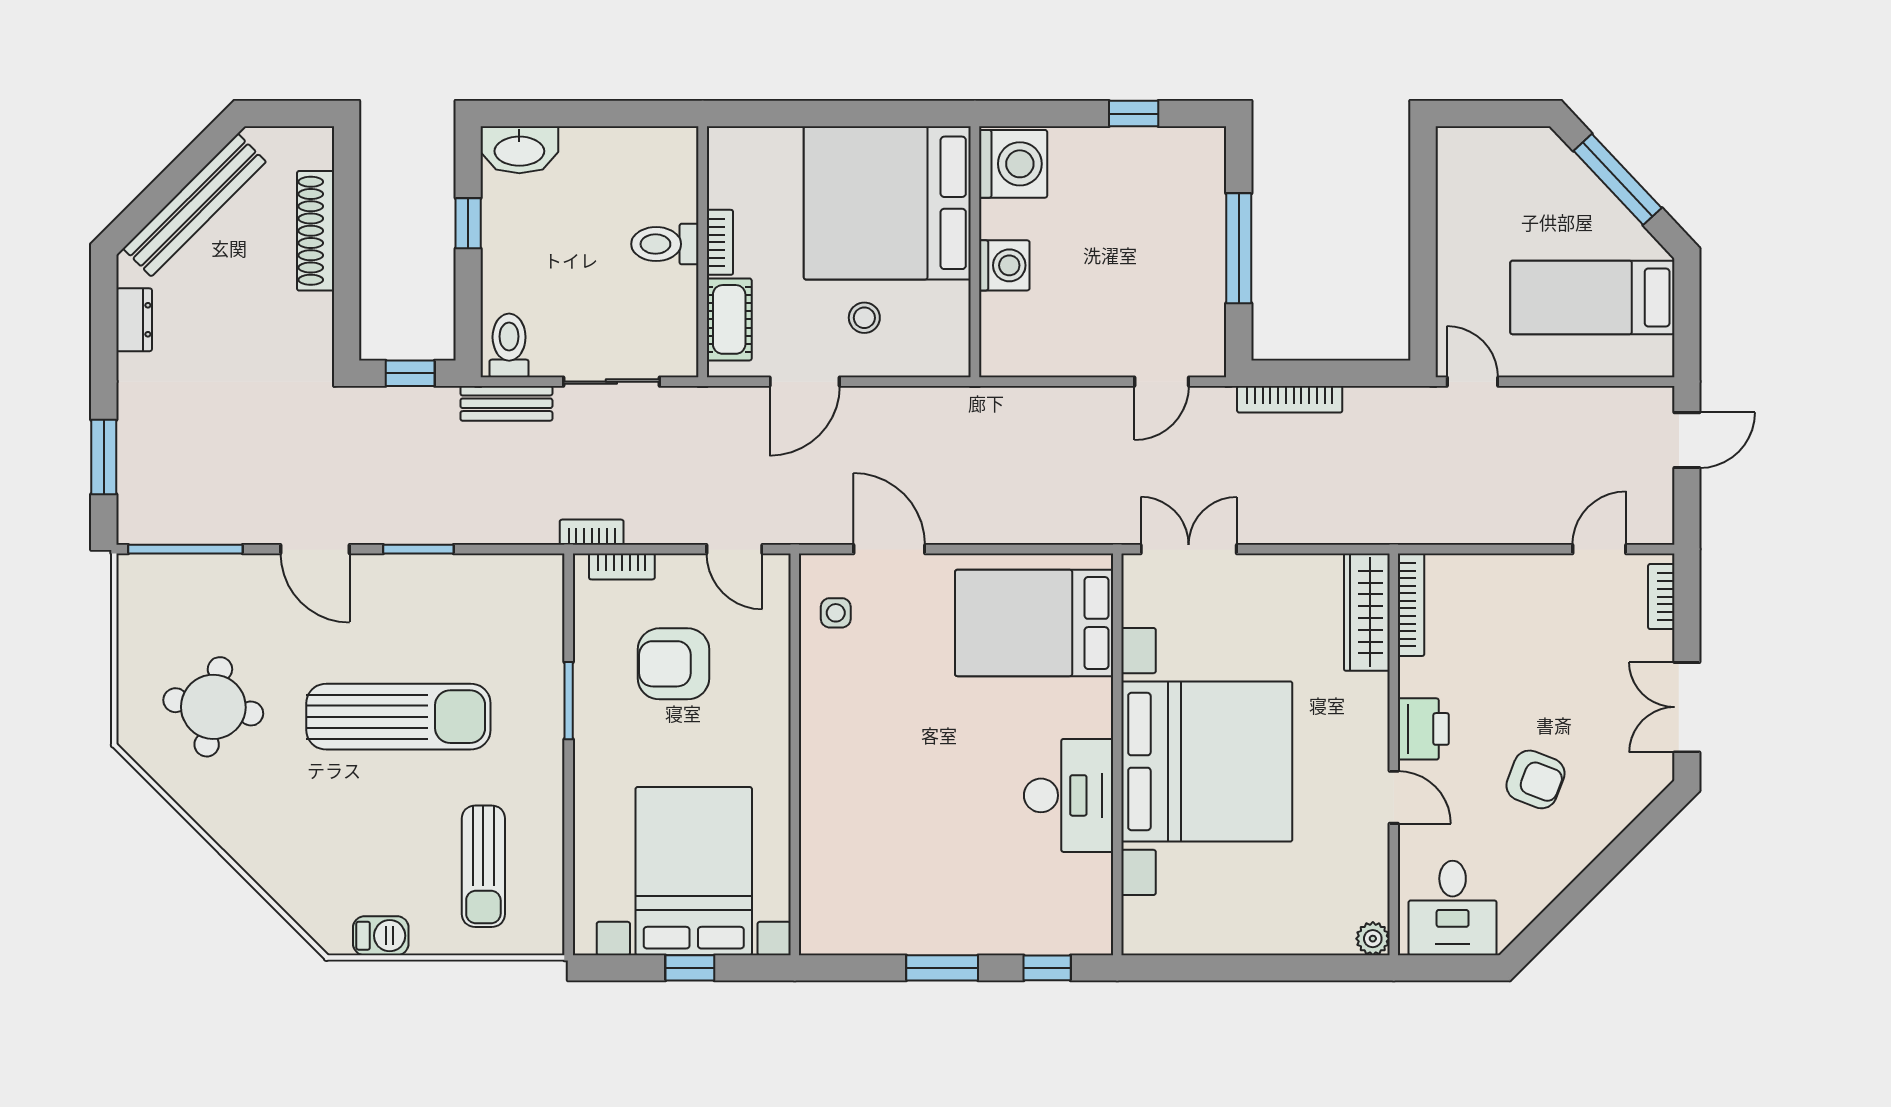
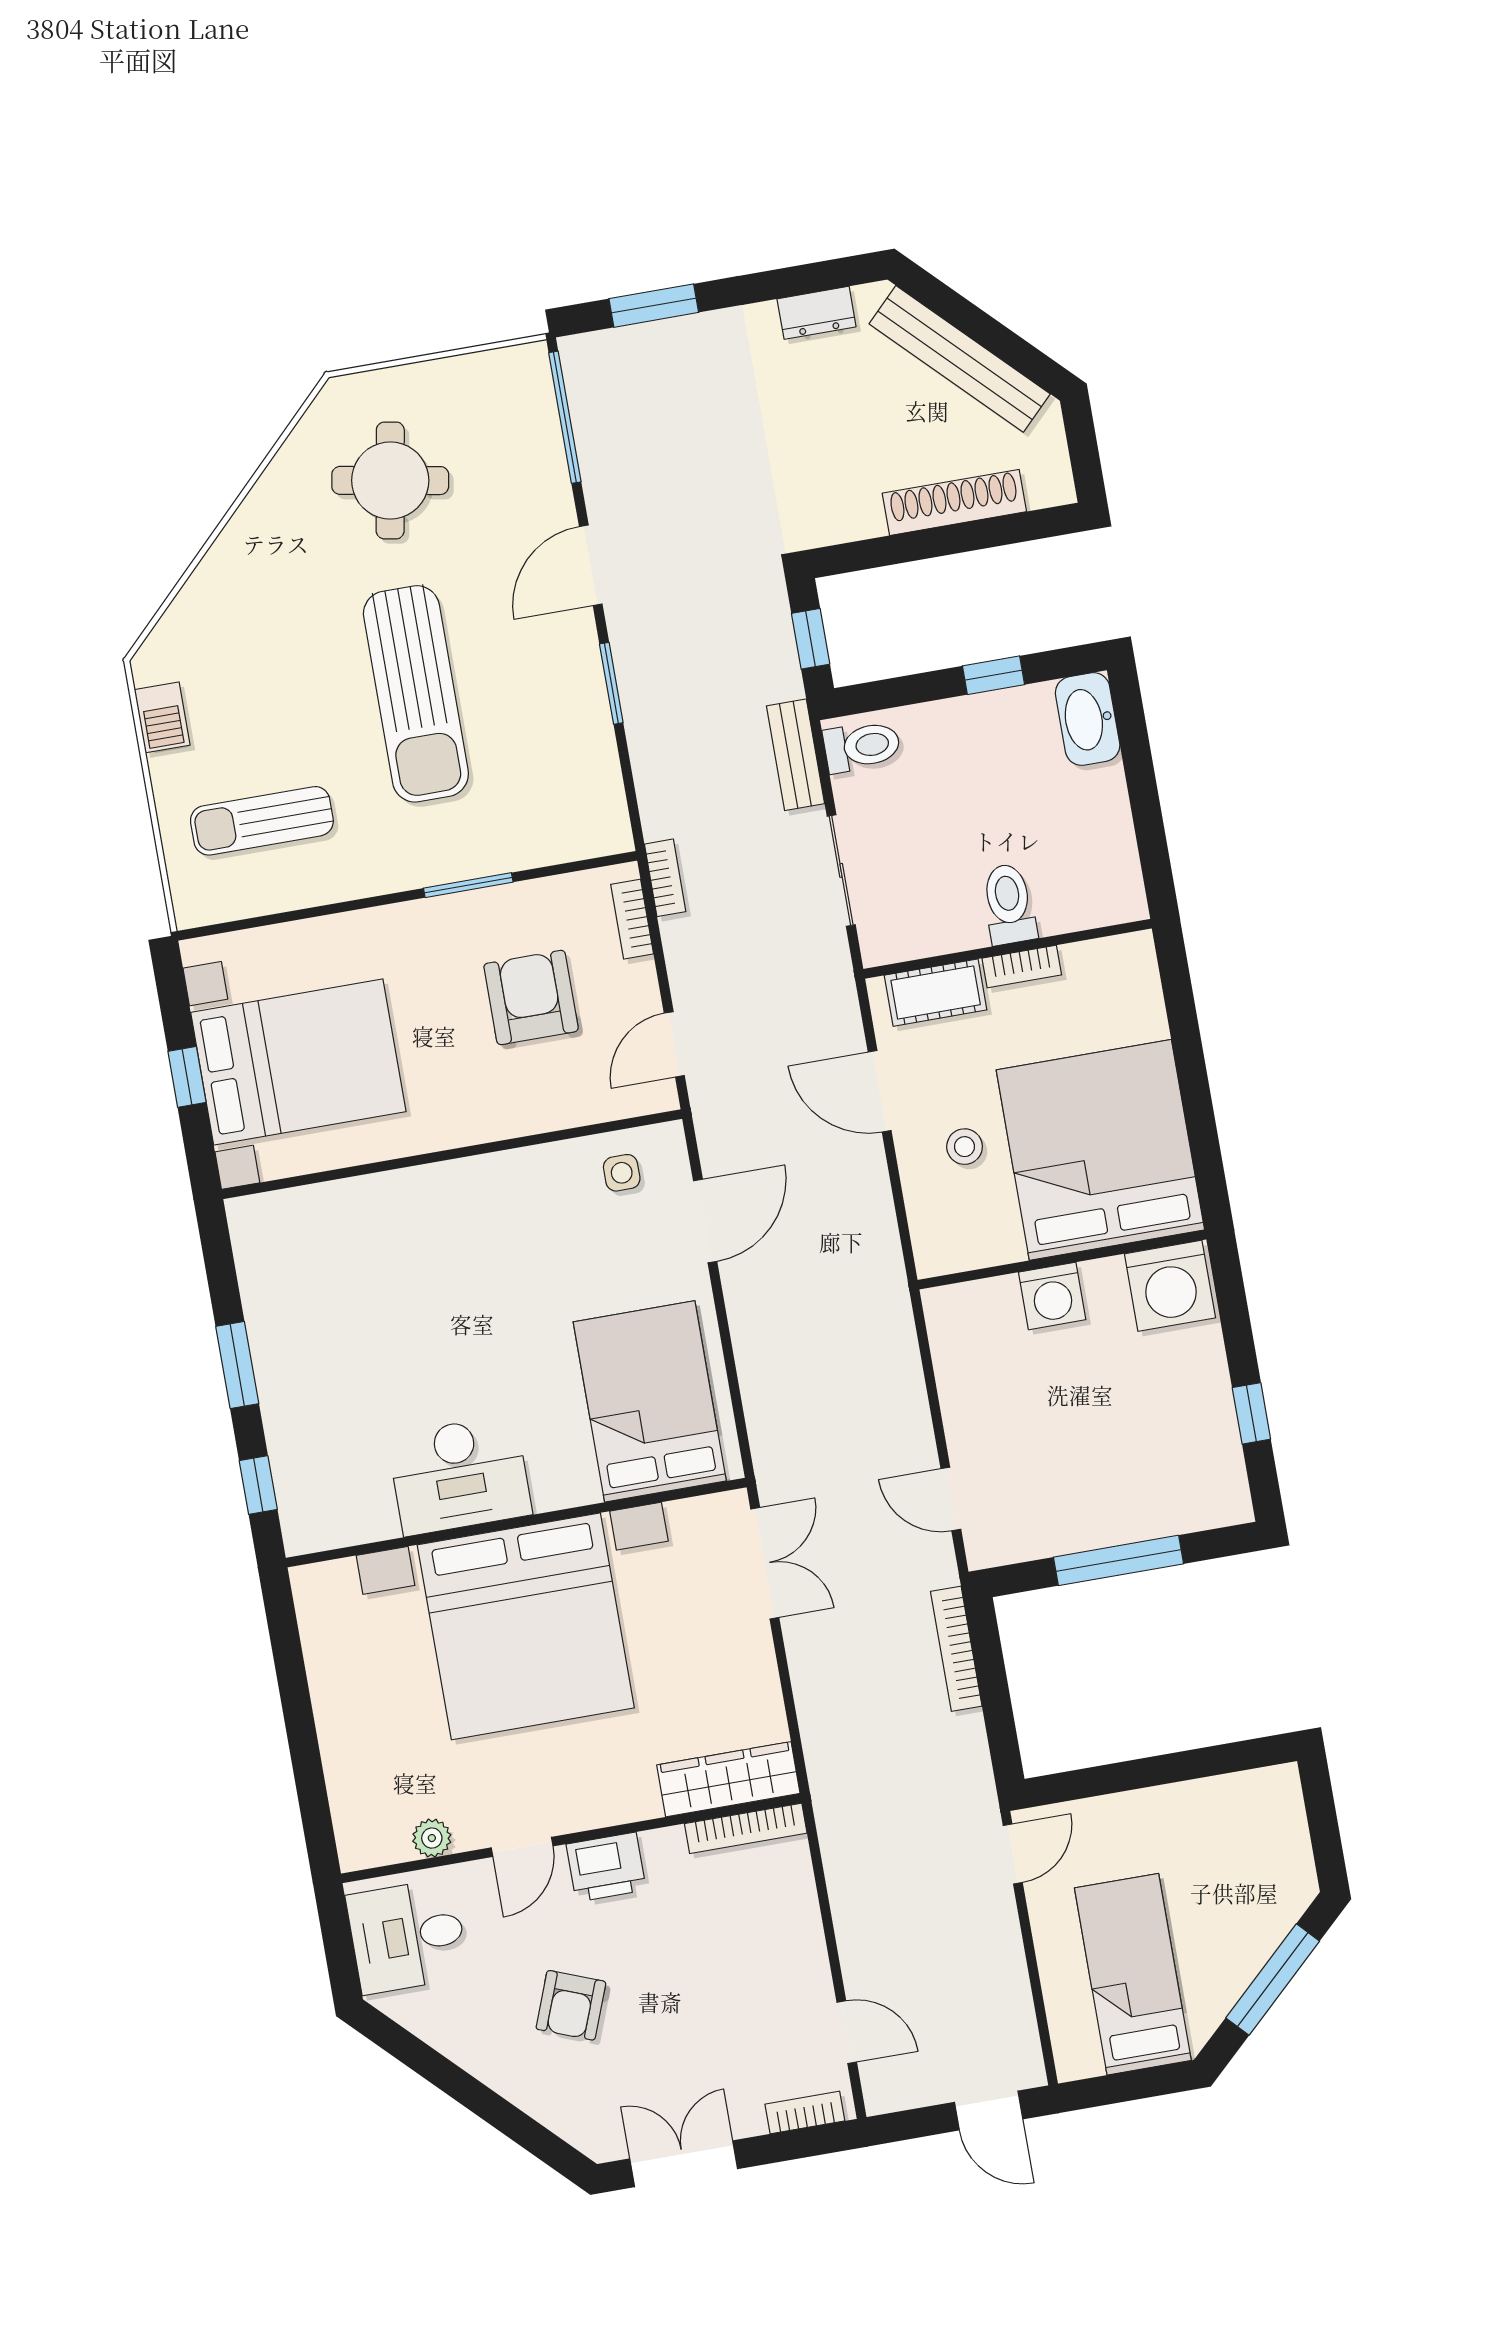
plant: (1373, 939) -> (432, 1838), moved

